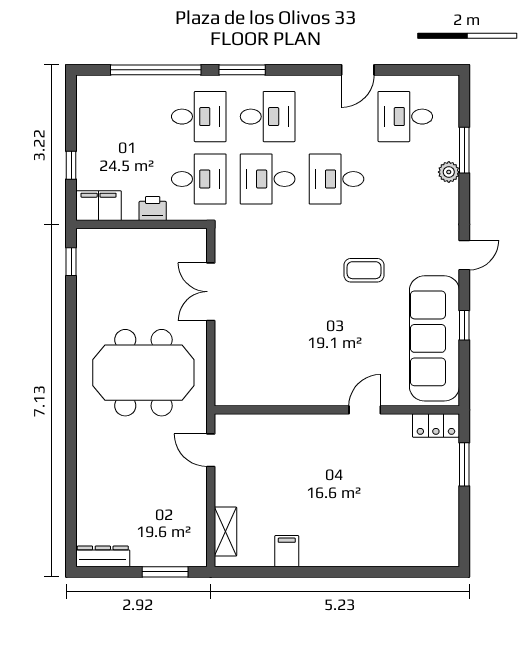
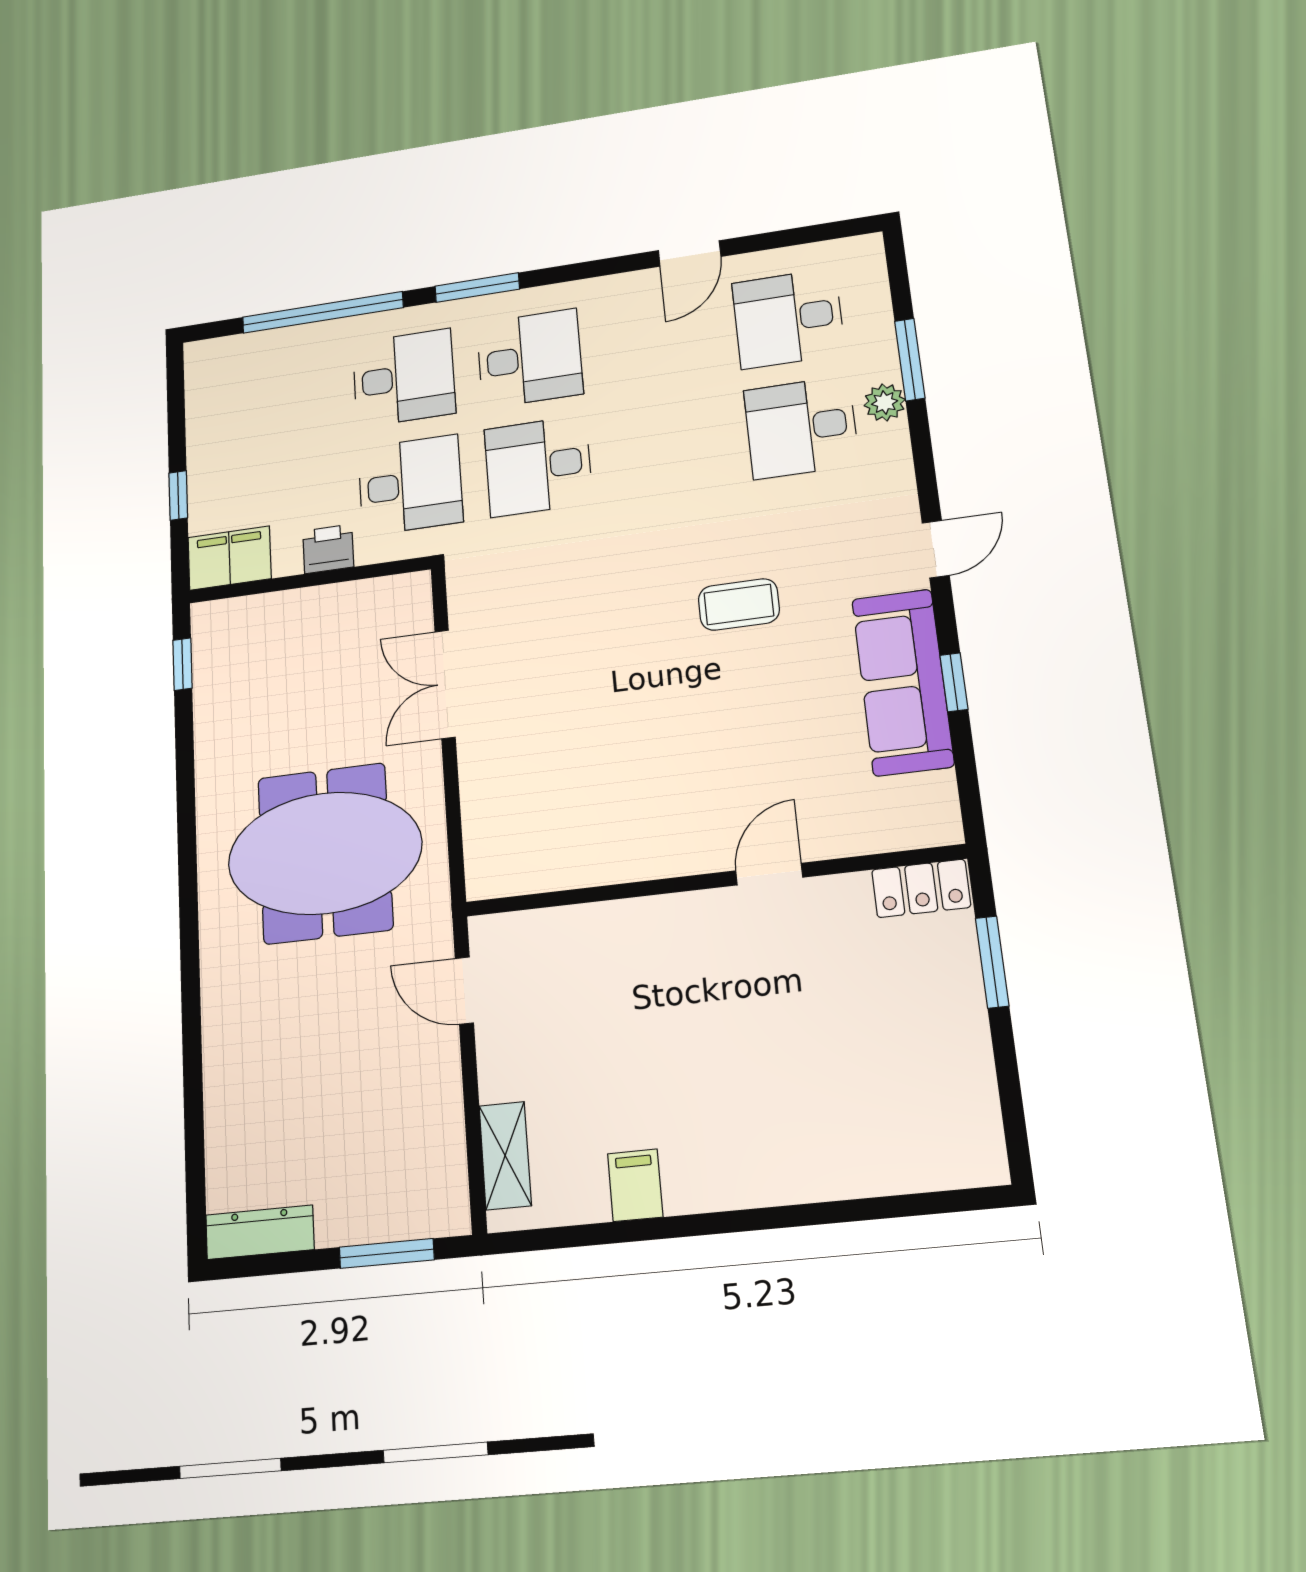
desk: (336, 179) -> (801, 427), moved
sofa: (434, 338) -> (903, 682), width x0.74, depth x0.79

